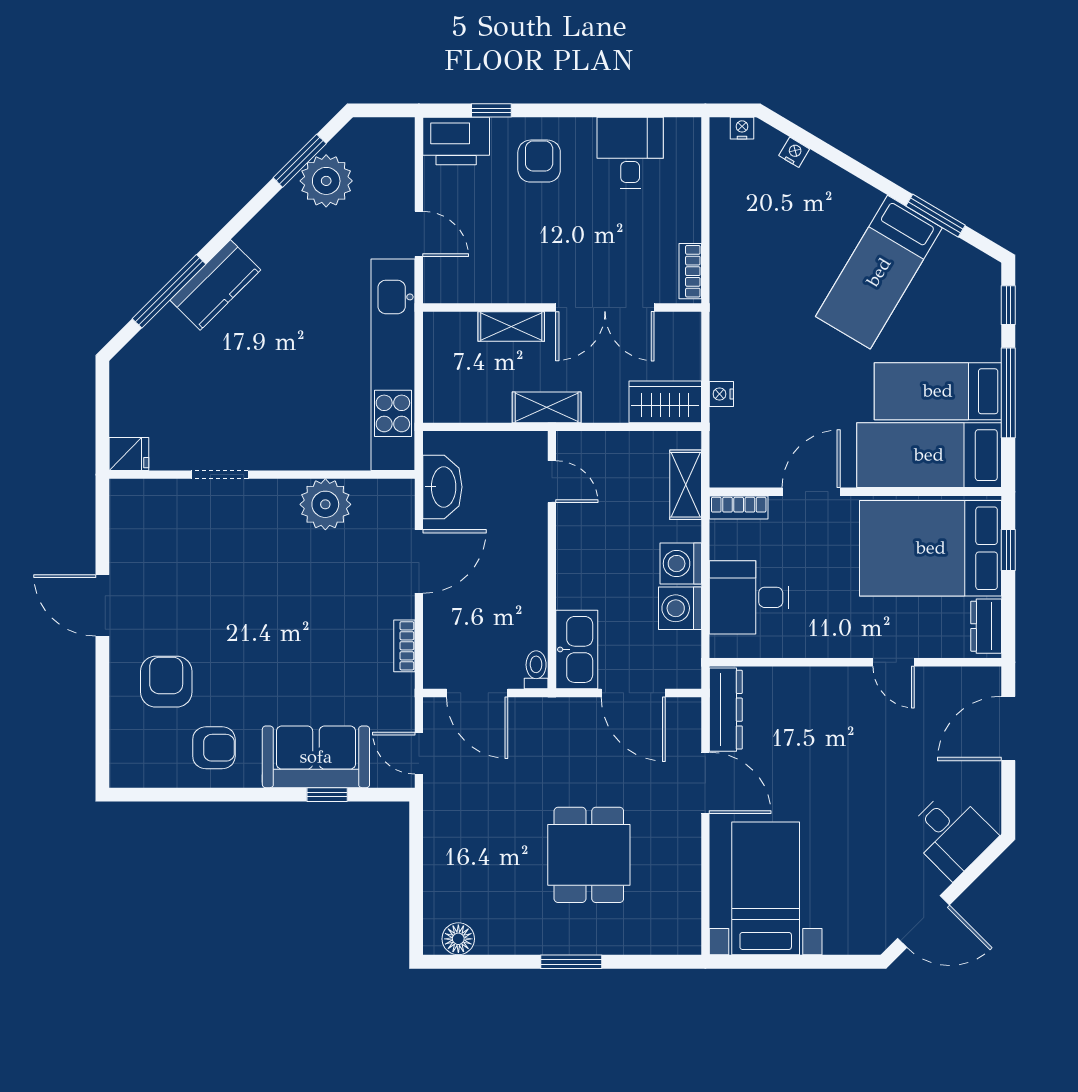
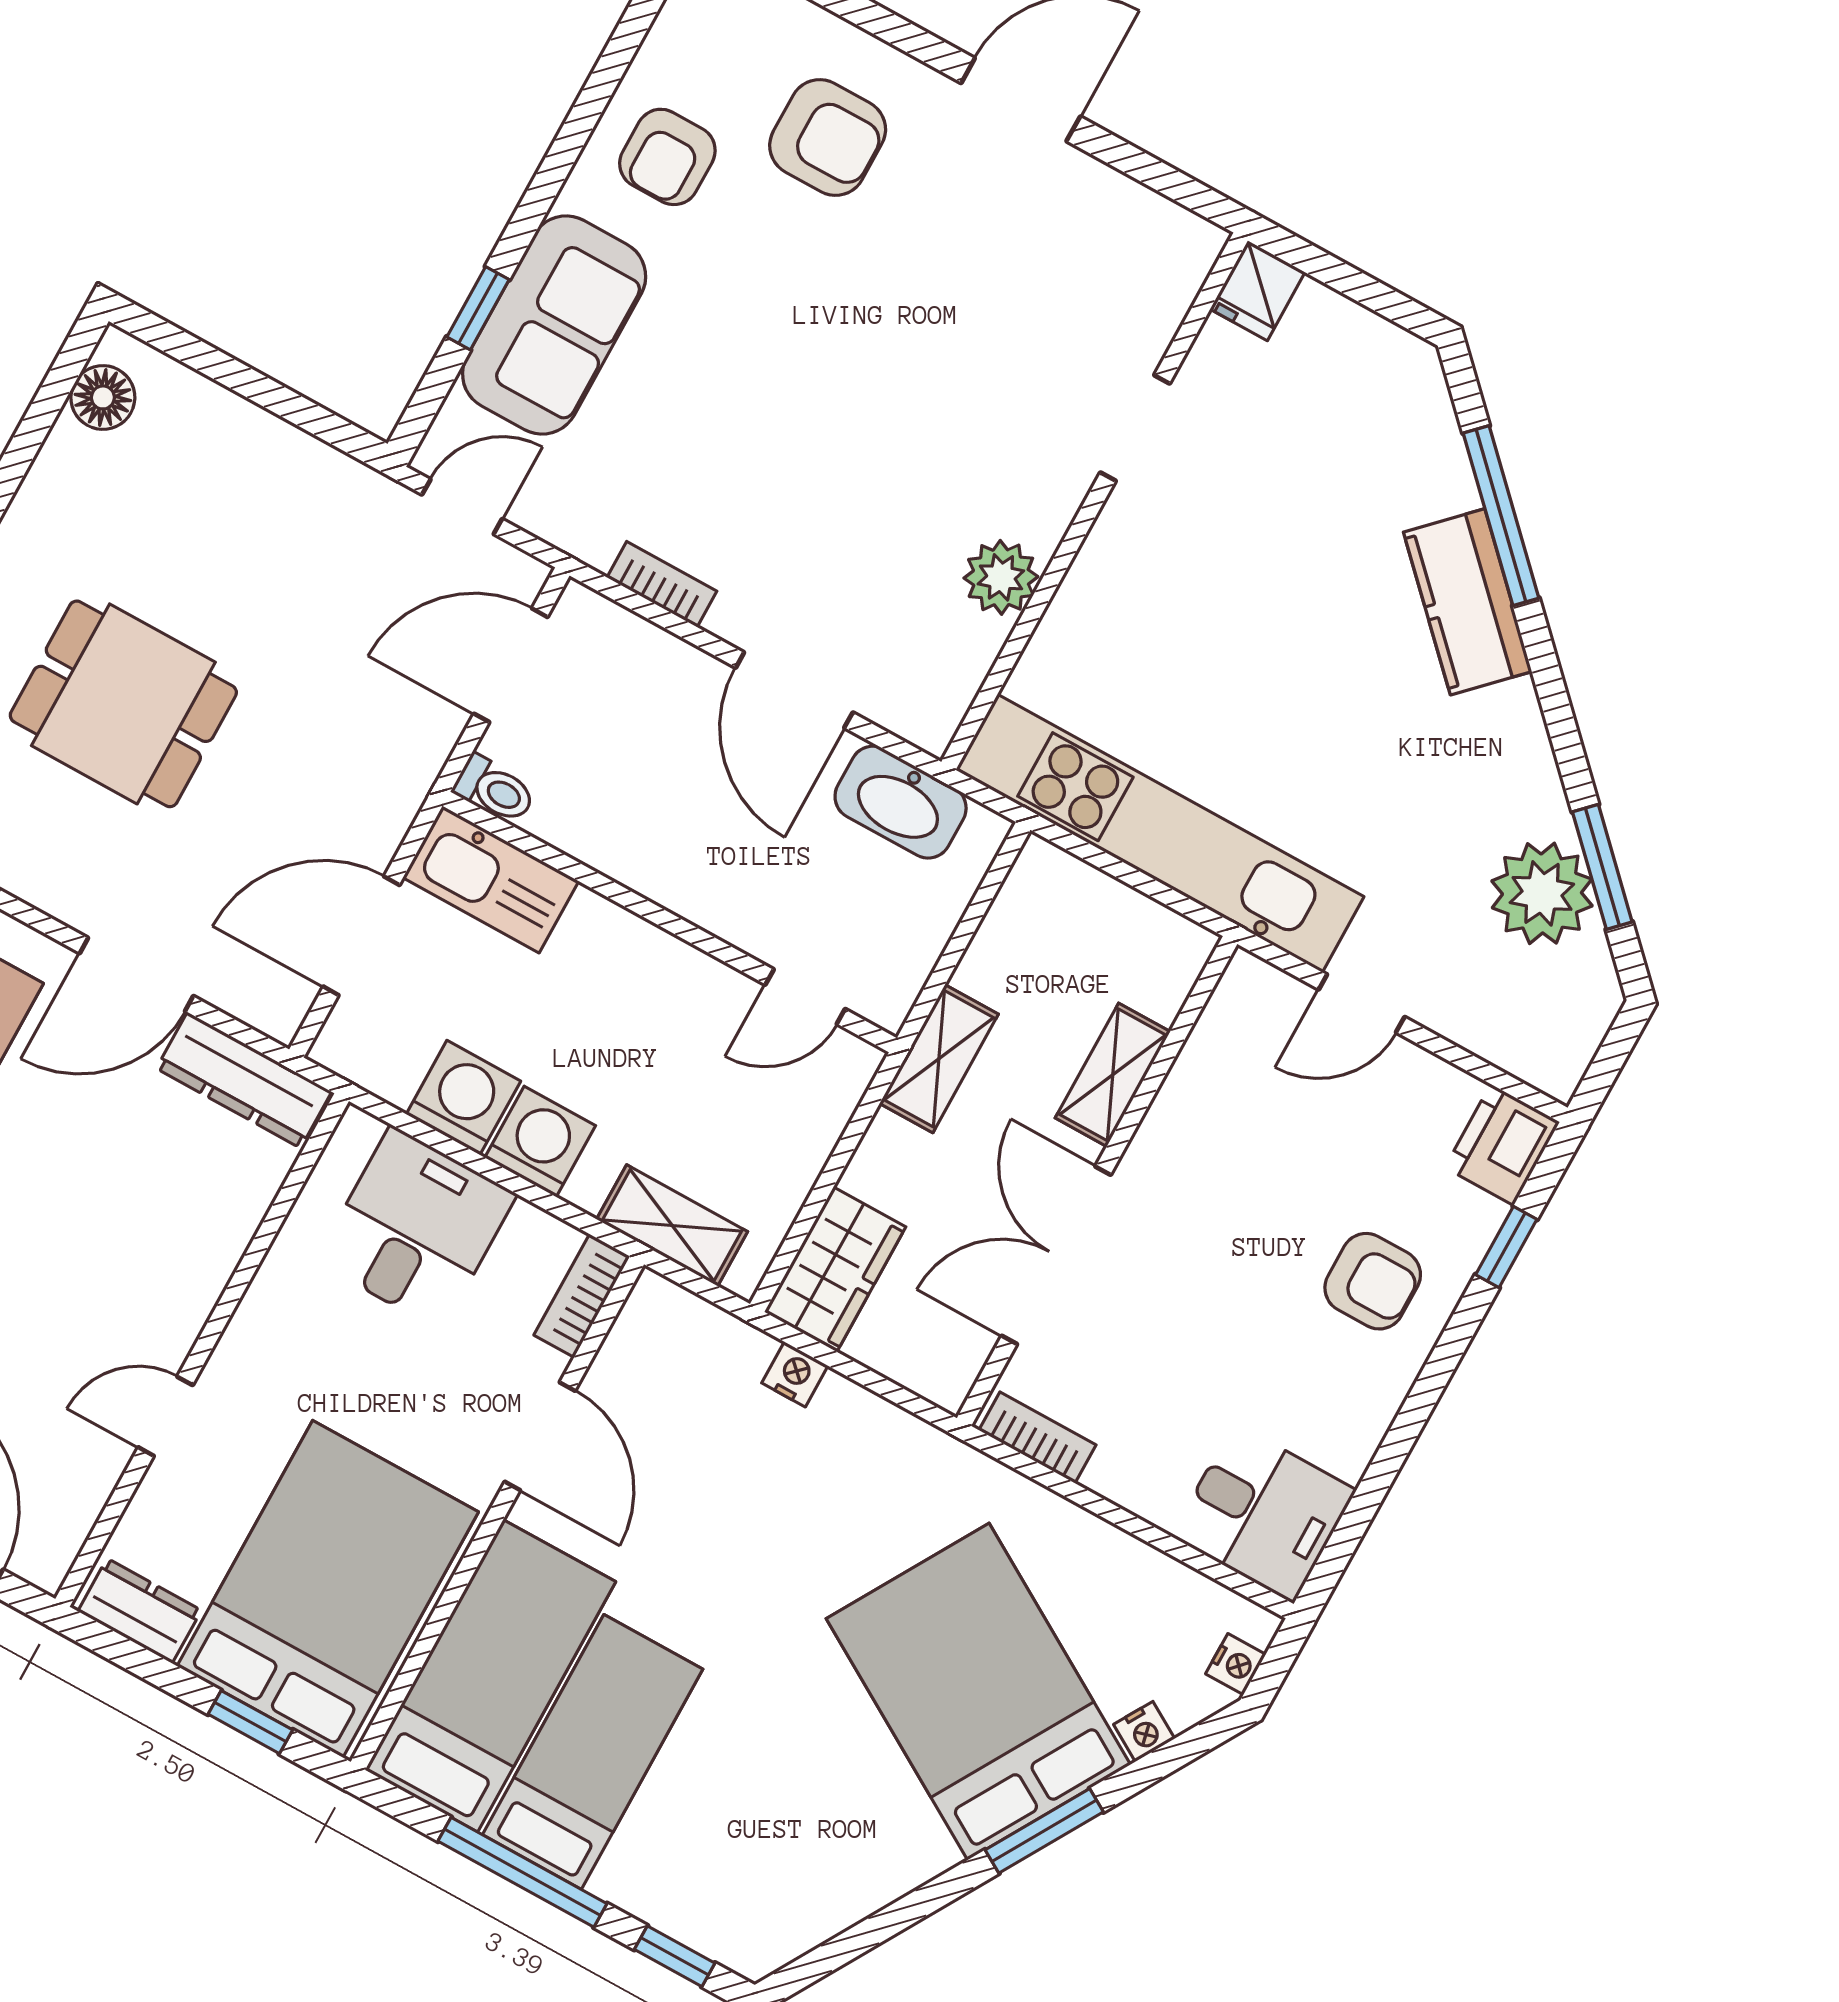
printer: (456, 141) -> (1502, 1145), width x0.73, depth x0.84
desk: (630, 153) -> (1264, 1513), moved
window: (936, 216) -> (1044, 1831), moved
bed: (879, 272) -> (978, 1692), moved, width x1.50
plant: (325, 504) -> (1001, 577), width x0.73, depth x0.73

